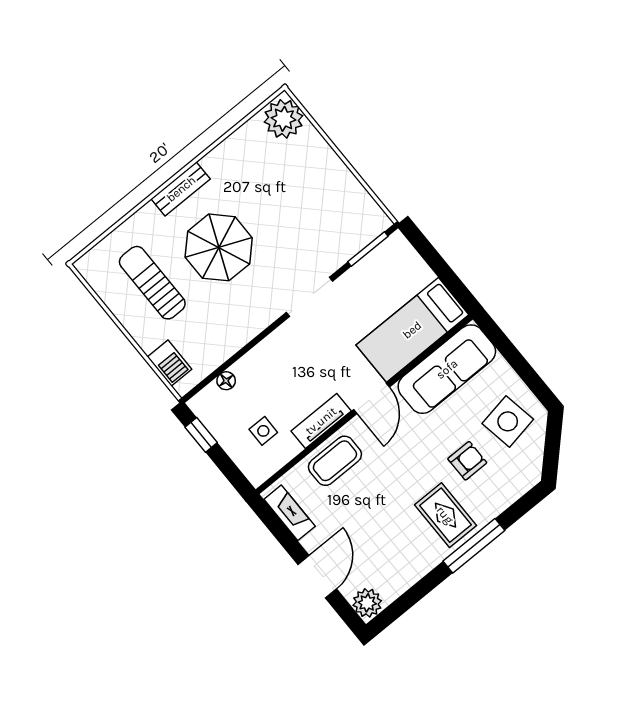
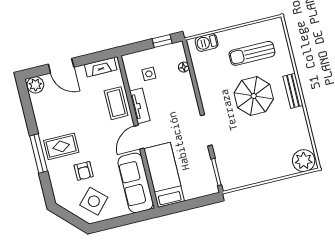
sun lounger: (152, 283) -> (252, 53), turned 180
door: (372, 398) -> (139, 137), hinge flipped
side table: (508, 421) -> (94, 201), turned -37

